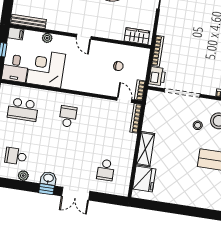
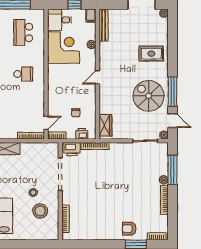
printer: (142, 63) -> (82, 134), added

